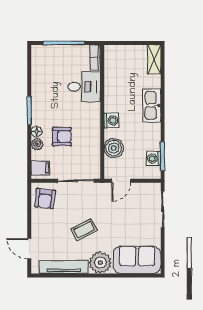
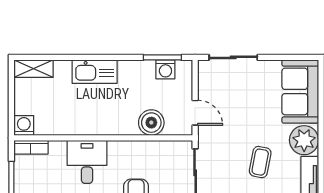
desk: (84, 87) -> (87, 162), moved
washing machine: (111, 120) -> (24, 125), moved
coffee table: (84, 230) -> (260, 162), turned 38

